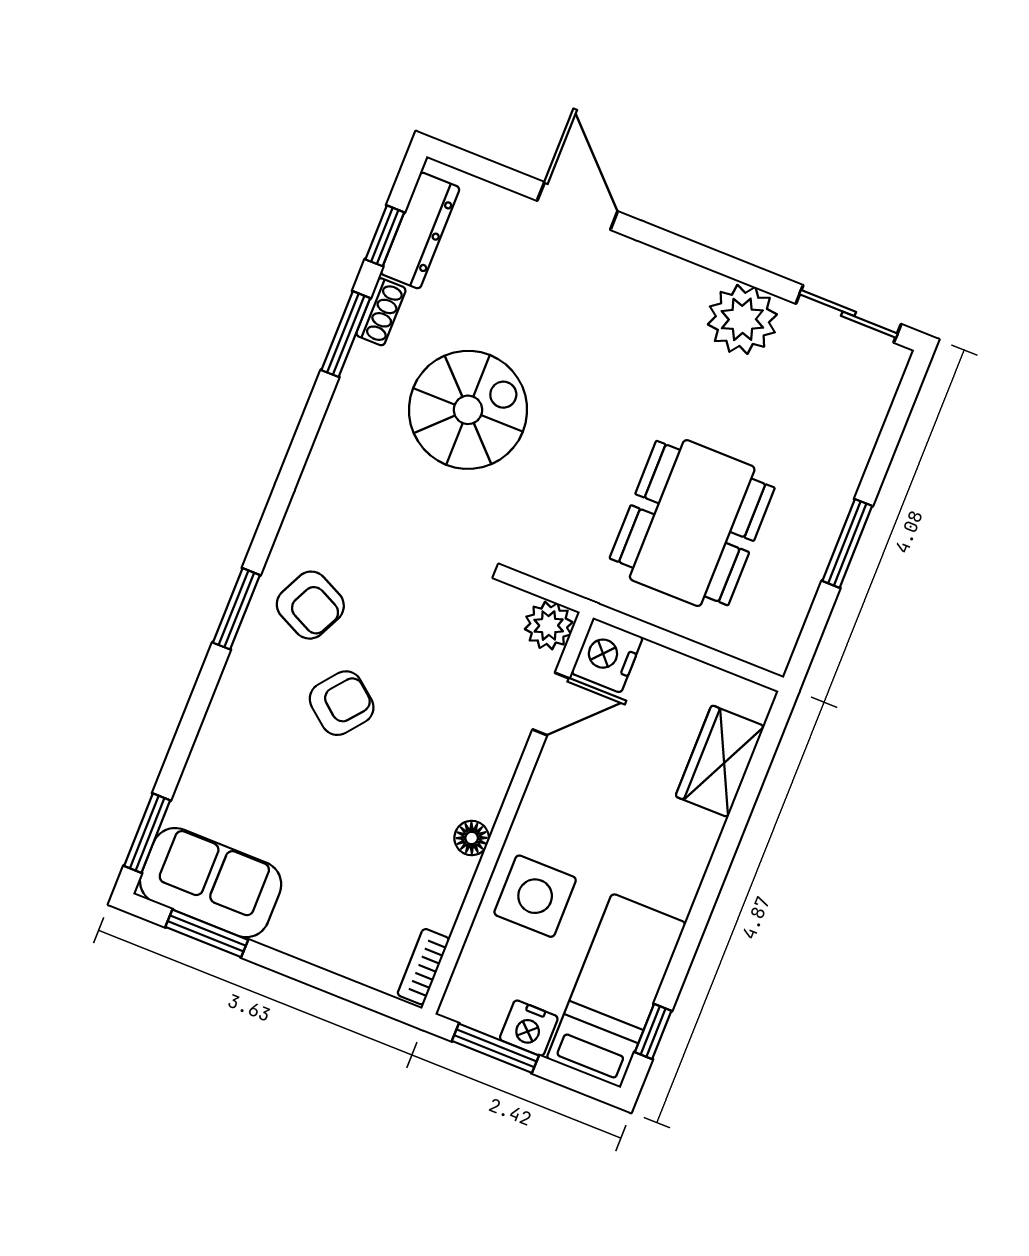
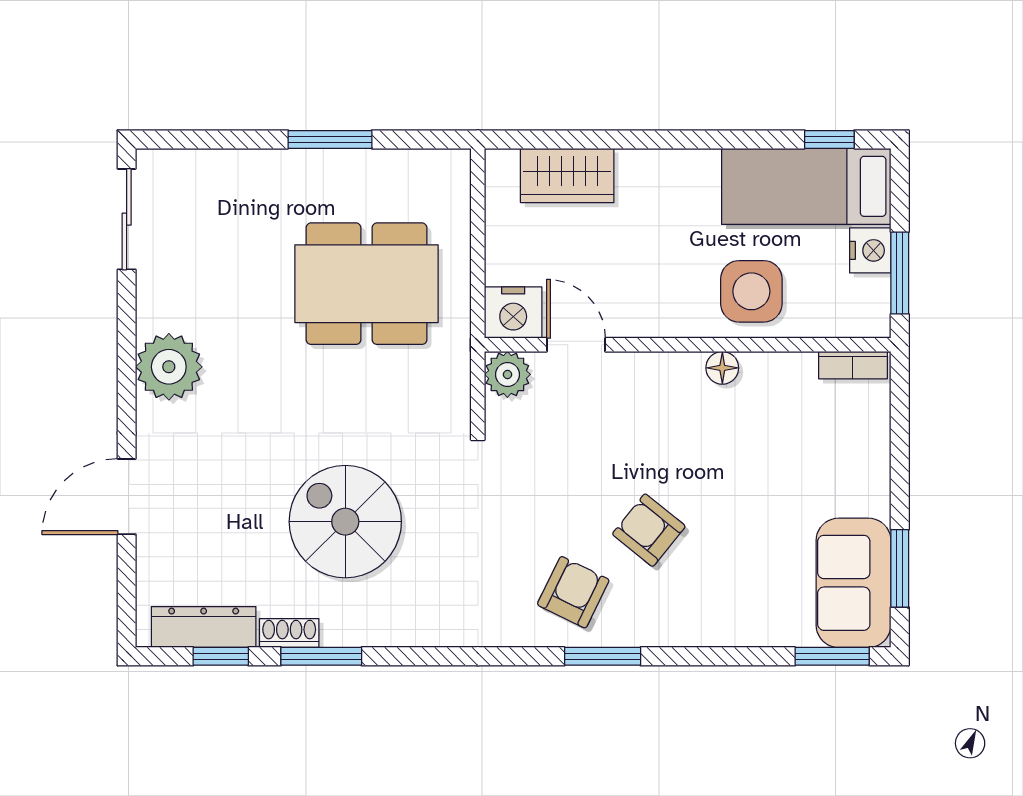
plant: (742, 319) -> (169, 367), moved

